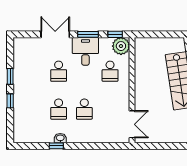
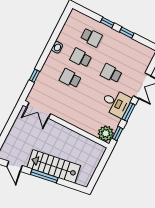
school desk: (110, 71) -> (91, 37), moved, turned 180
window: (56, 146) -> (34, 76), moved

